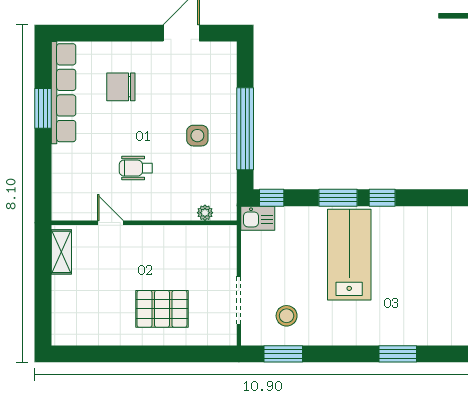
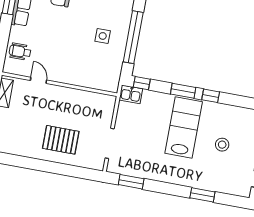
wheelchair: (136, 168) -> (20, 52), moved
plant: (205, 213) -> (99, 85), removed
stool: (287, 316) -> (222, 145), moved

